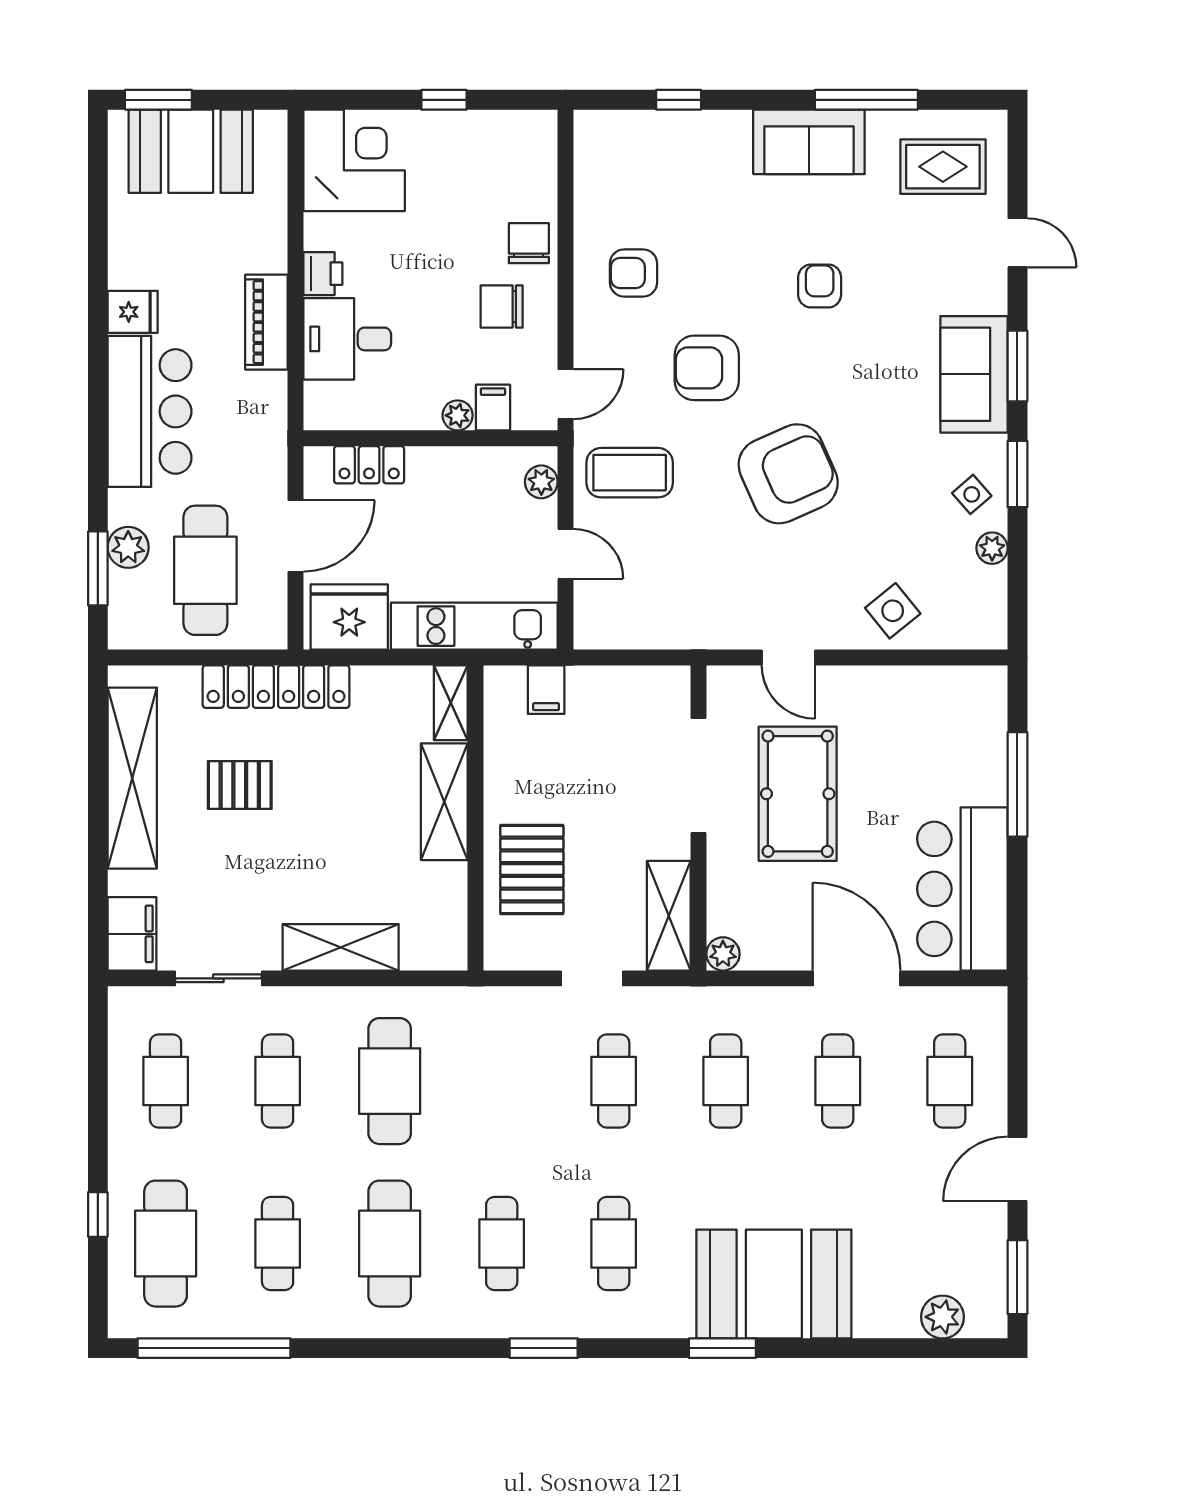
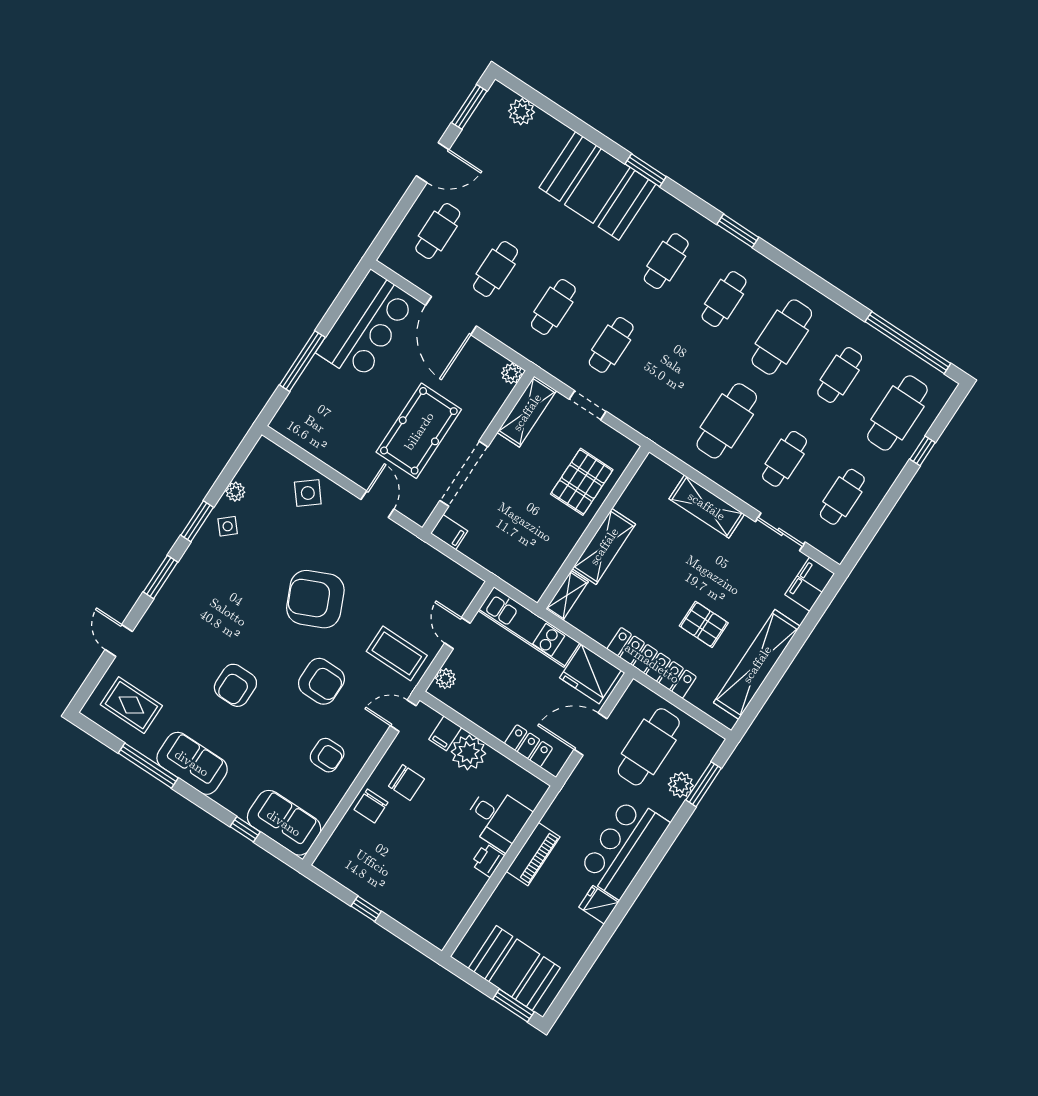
corner desk: (354, 160) -> (433, 908), removed
armchair: (820, 286) -> (235, 685), width x1.38, depth x1.38
sofa: (974, 374) -> (284, 823), moved, turned -90
plant: (458, 415) -> (468, 753), width x1.88, depth x1.88
filing cabinet: (546, 690) -> (449, 532), moved, turned 90

